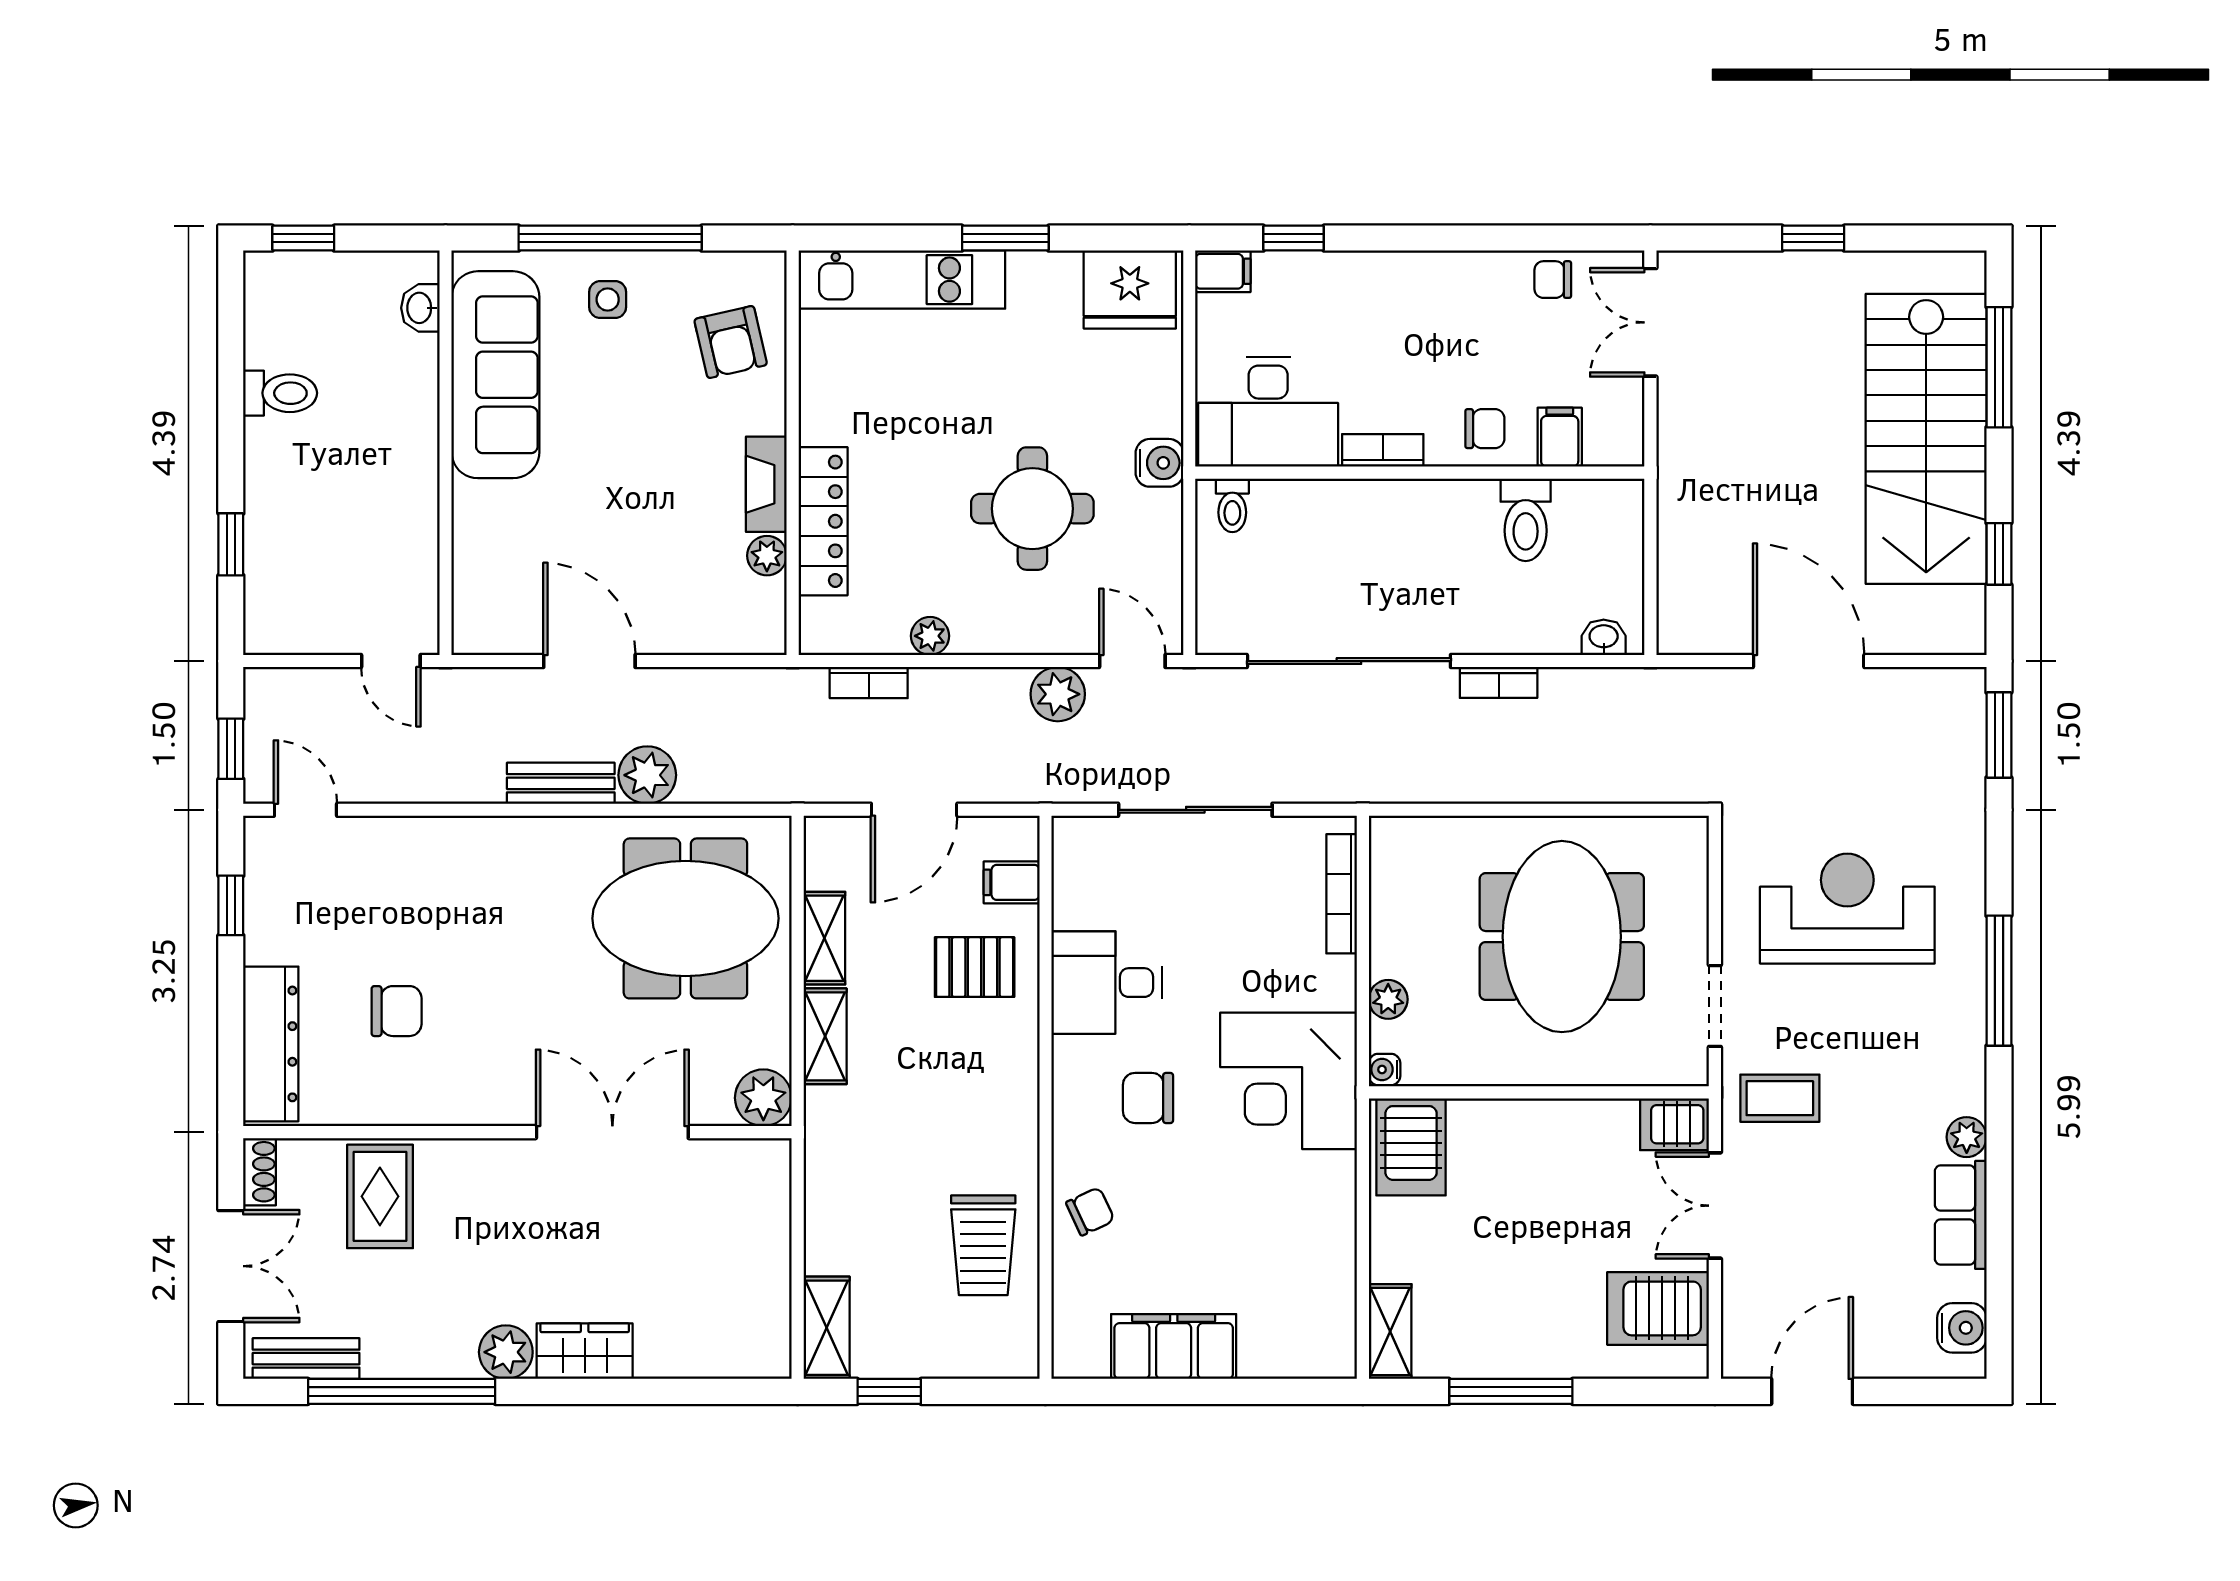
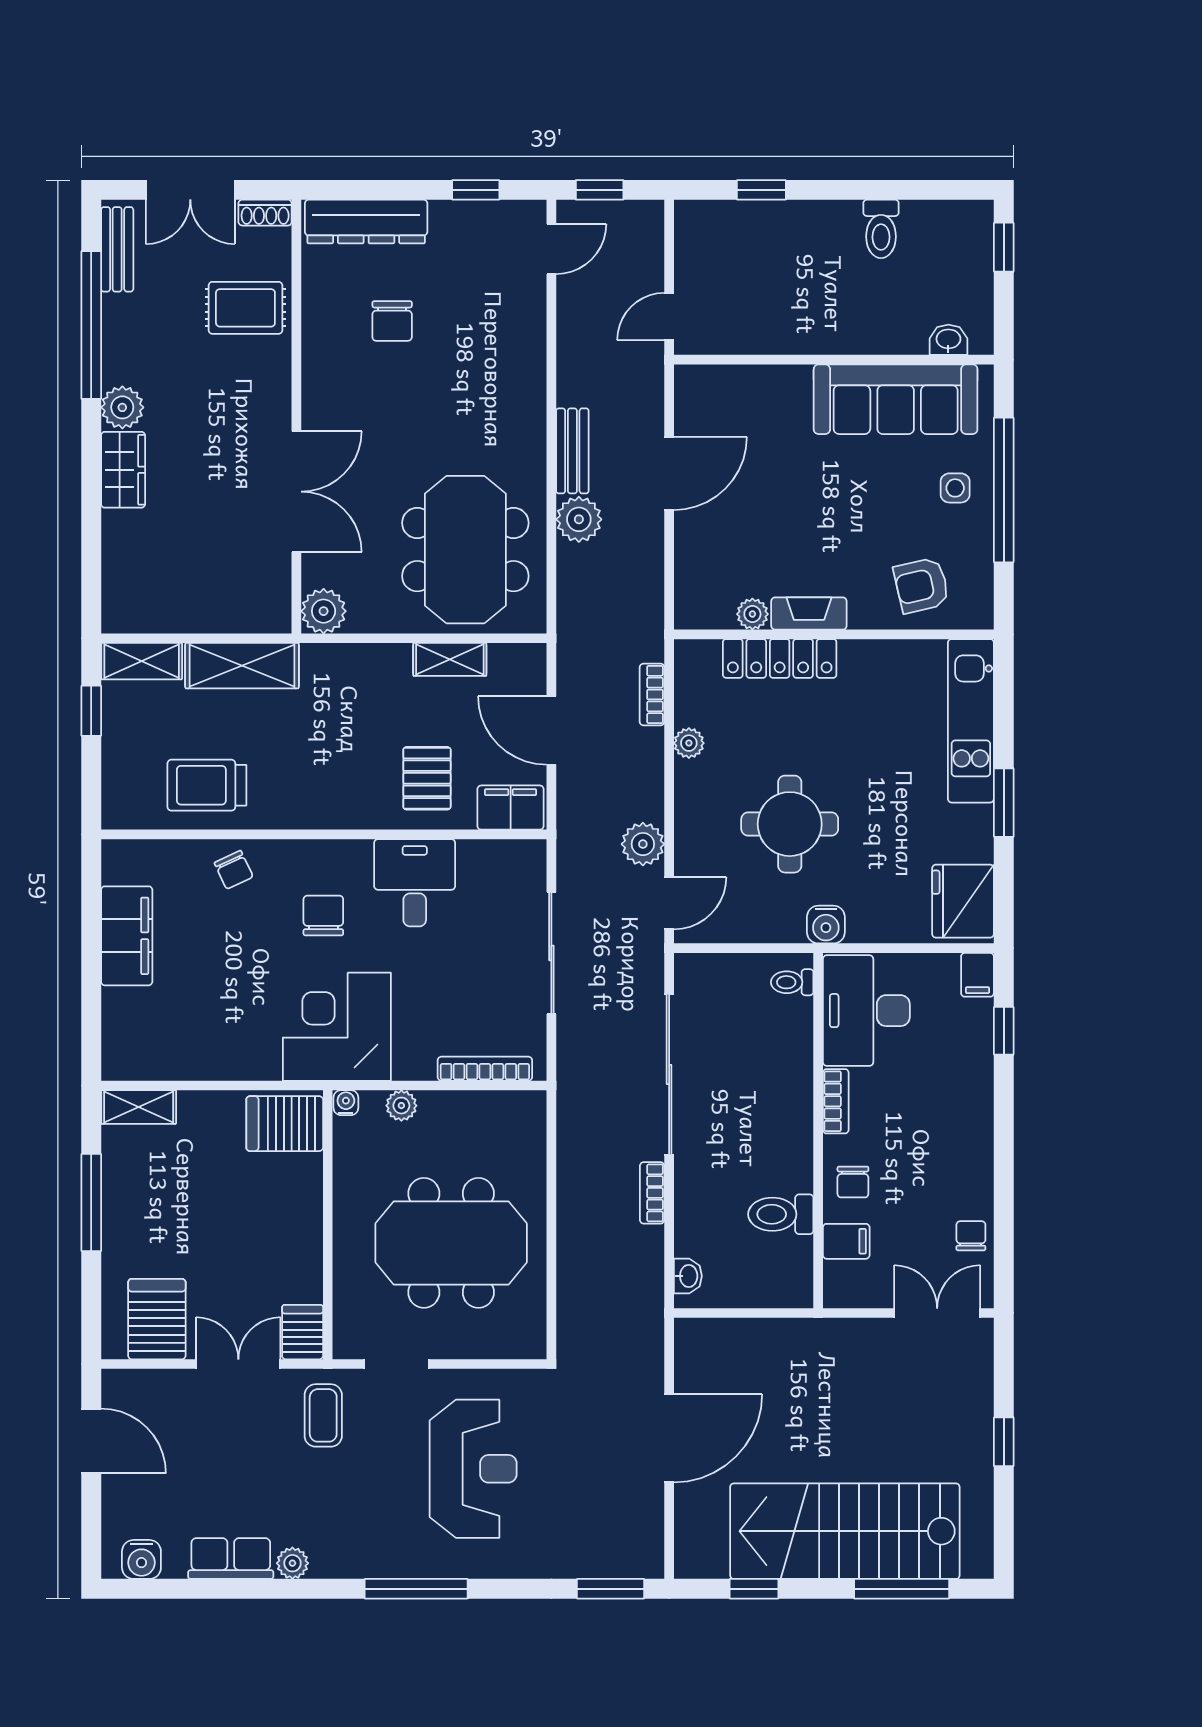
filing cabinet: (1012, 882) -> (511, 808), width x2.00
shelving: (825, 1036) -> (242, 666), moved, width x1.50, depth x1.33

